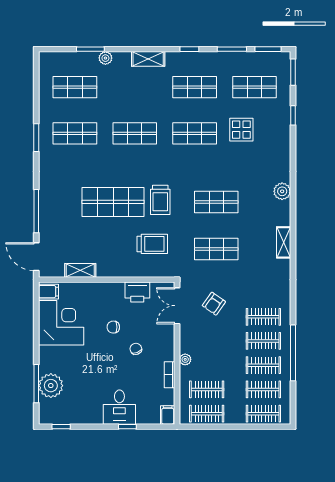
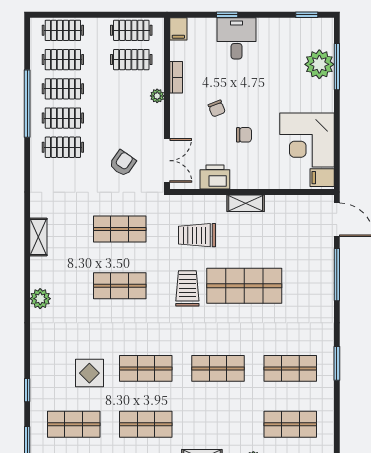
shelving: (80, 270) -> (246, 203), moved

